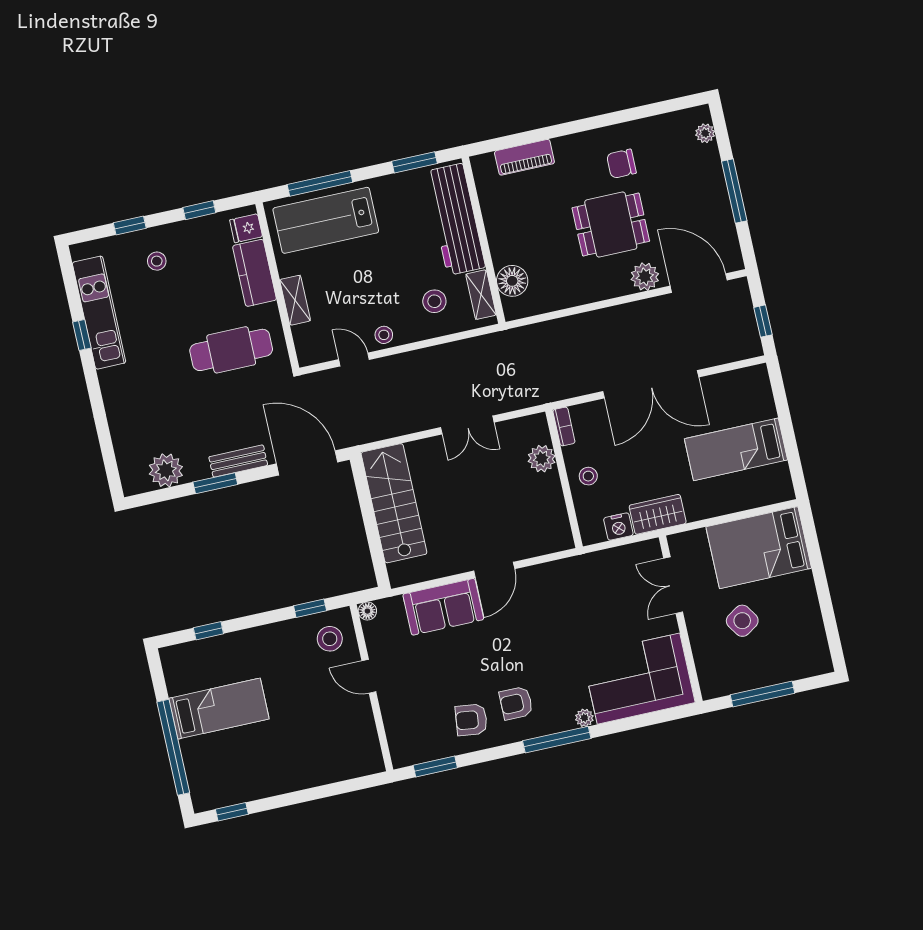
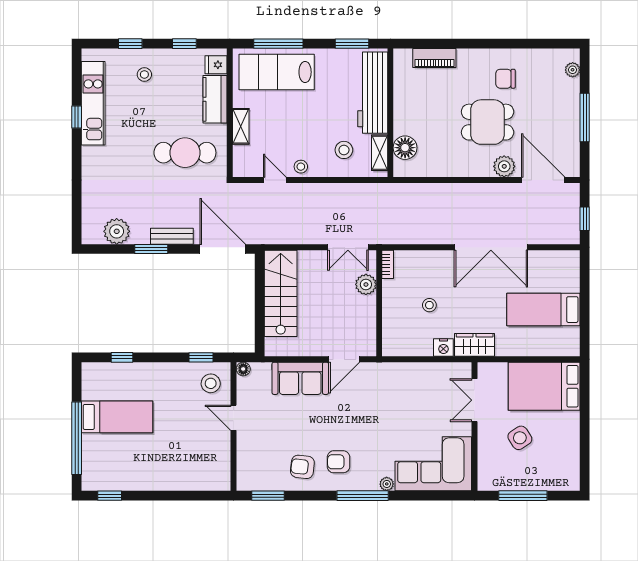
bookcase: (564, 426) -> (388, 264), moved
plant: (542, 459) -> (366, 284), moved
wall: (564, 479) -> (379, 303), moved

